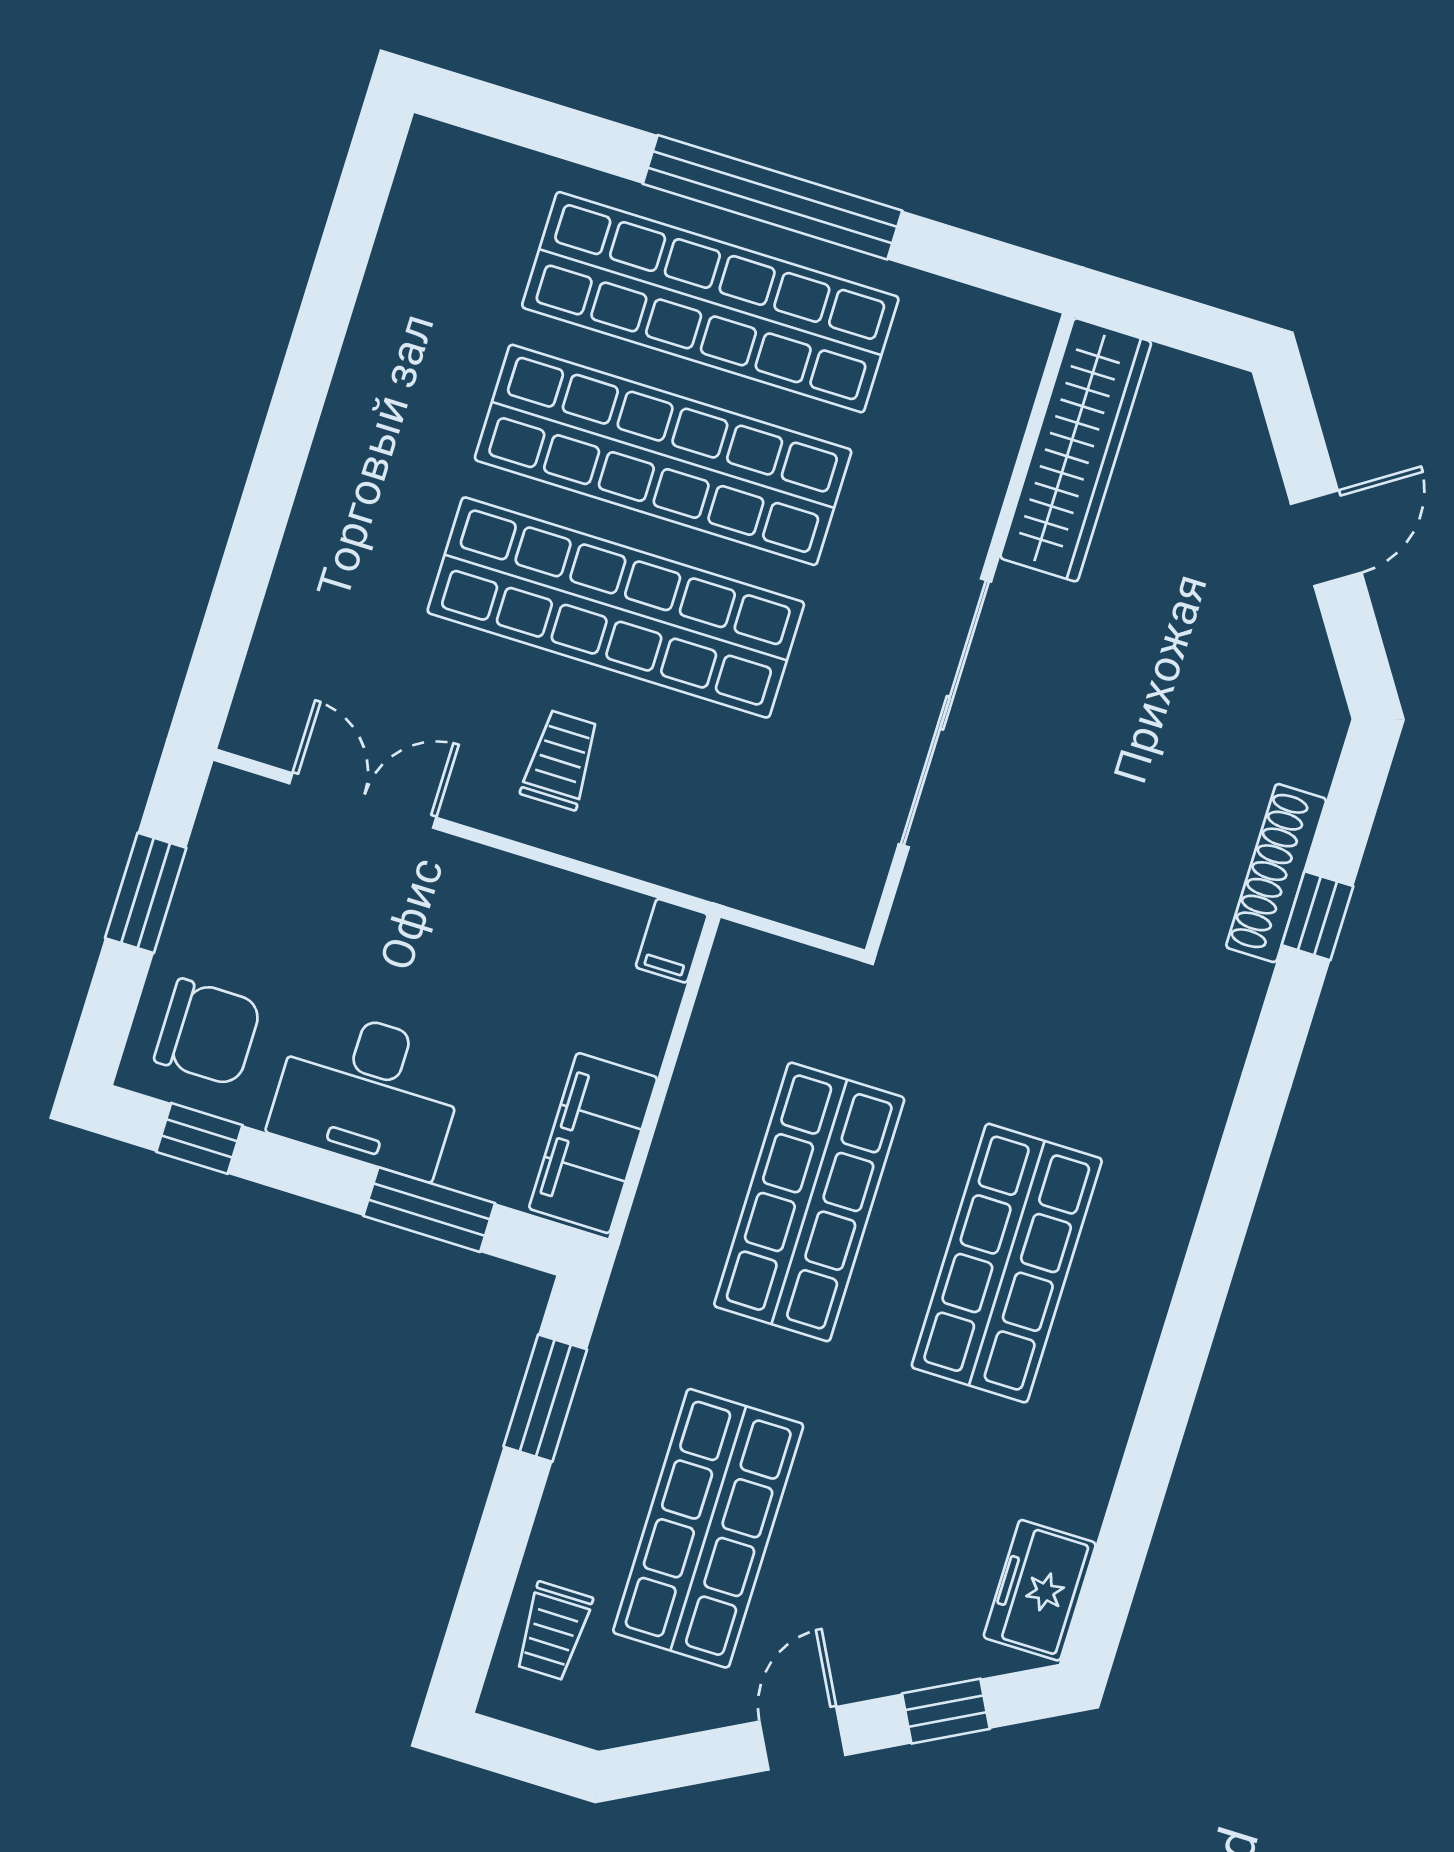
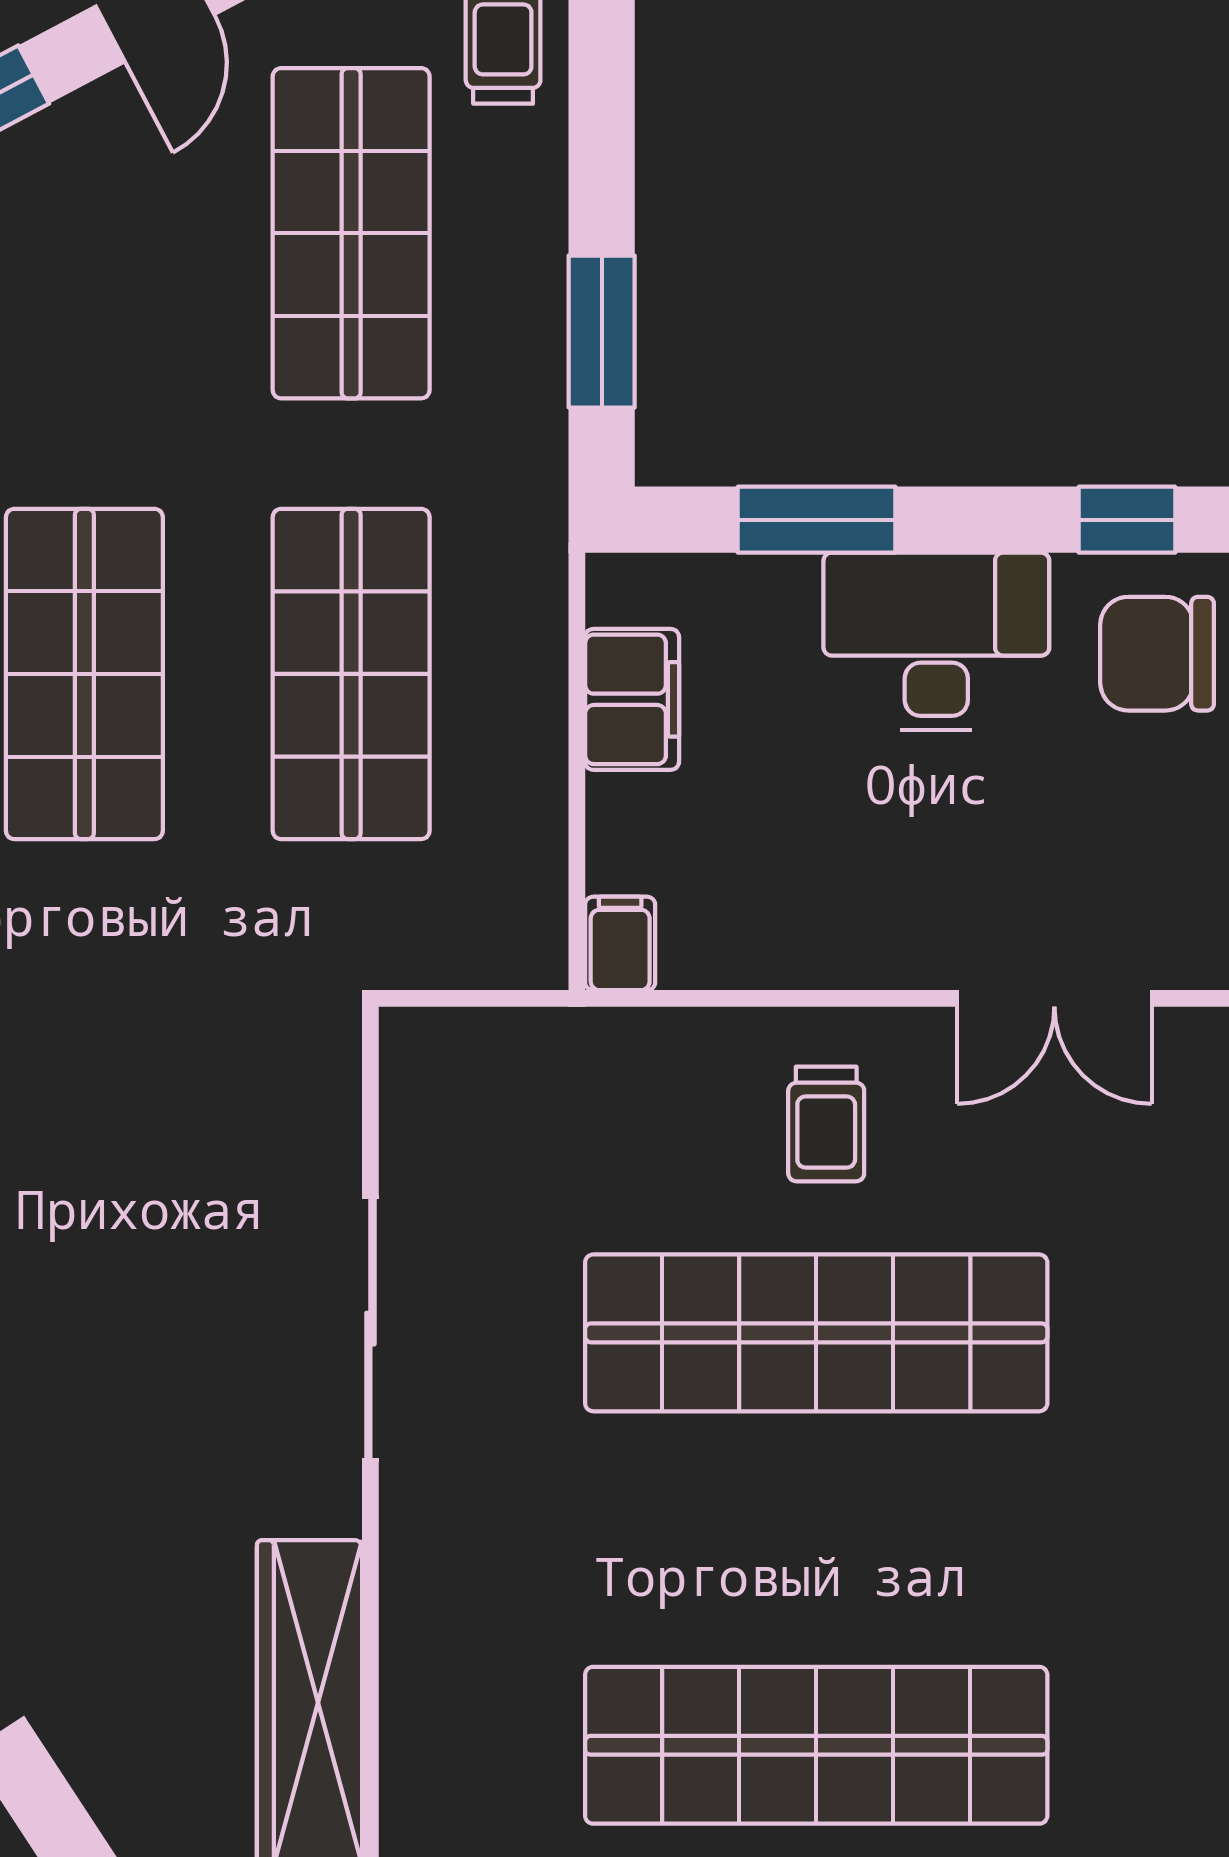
shop shelf: (663, 455) -> (816, 1539), removed
sliding door: (945, 713) -> (370, 1329), width x0.73
filing cabinet: (593, 1143) -> (632, 699), width x0.67, depth x0.86

